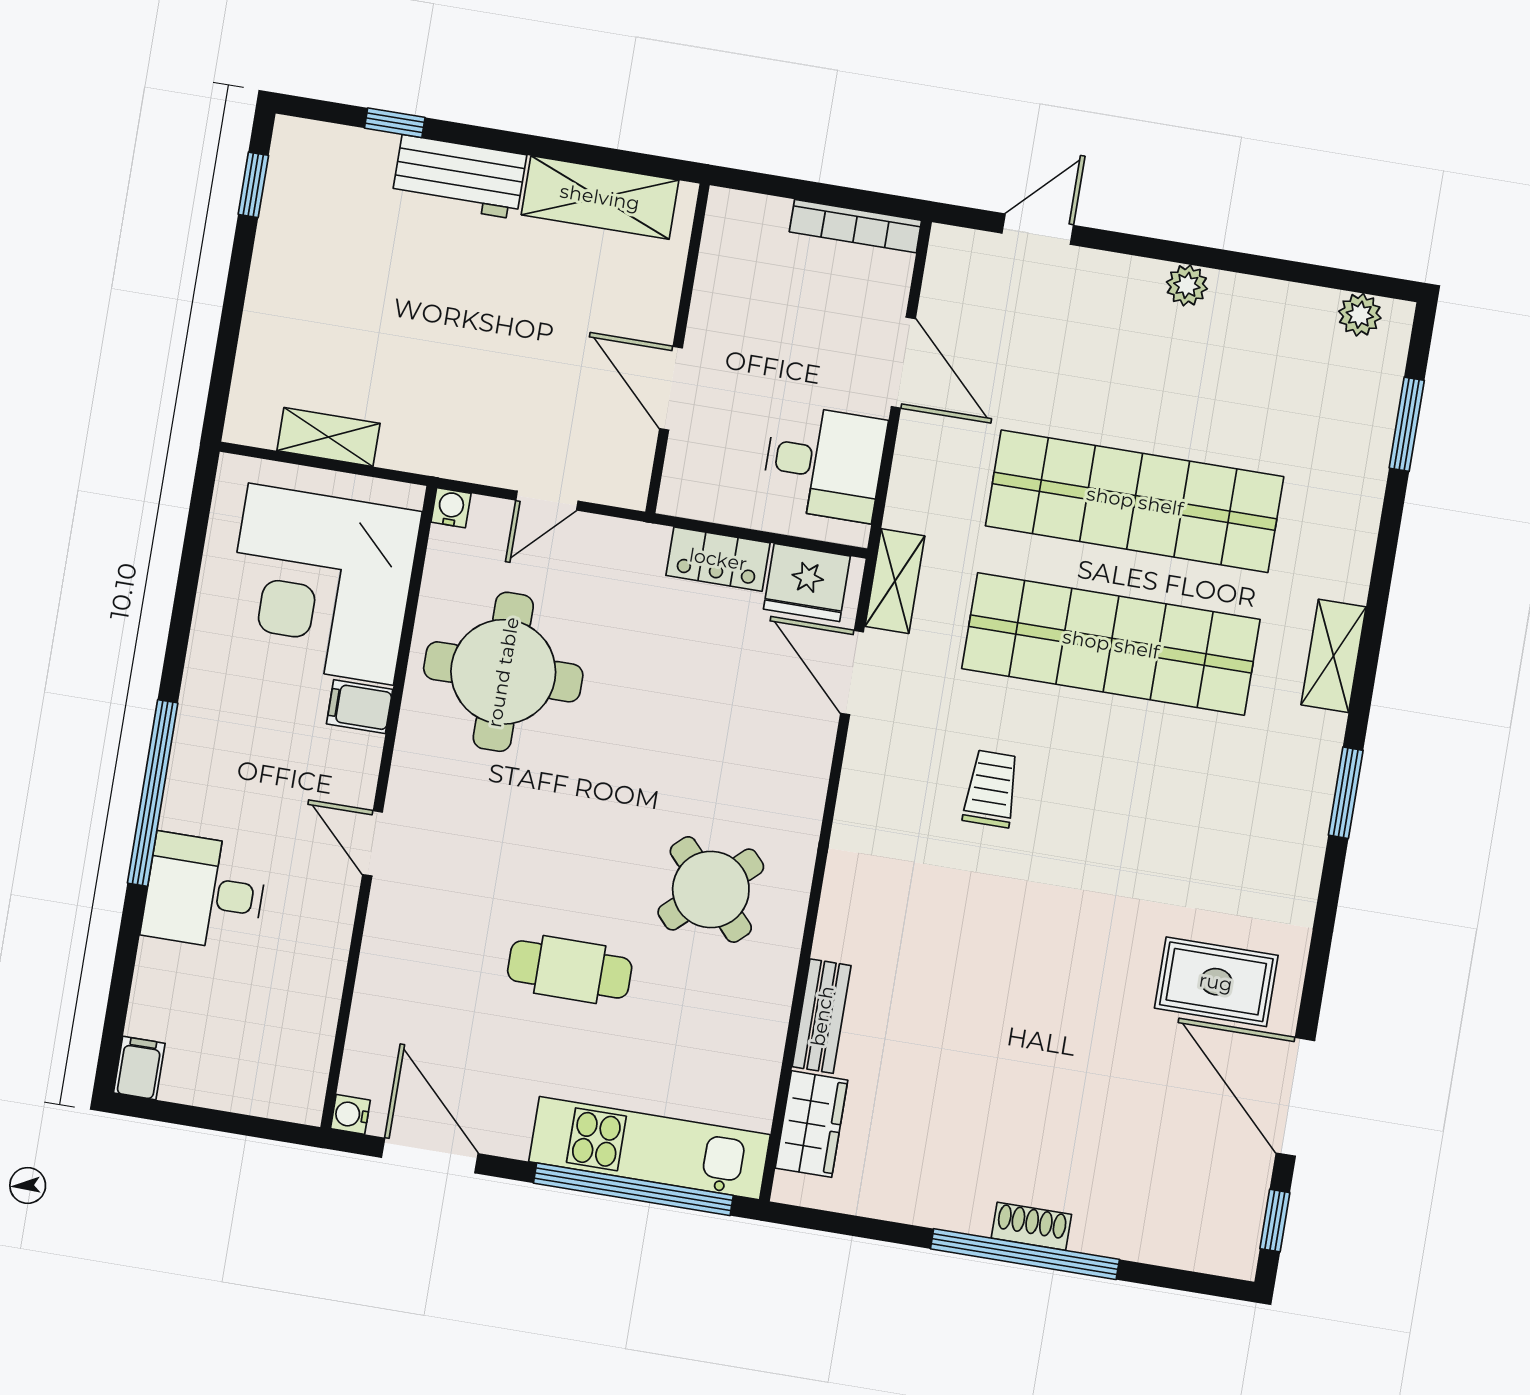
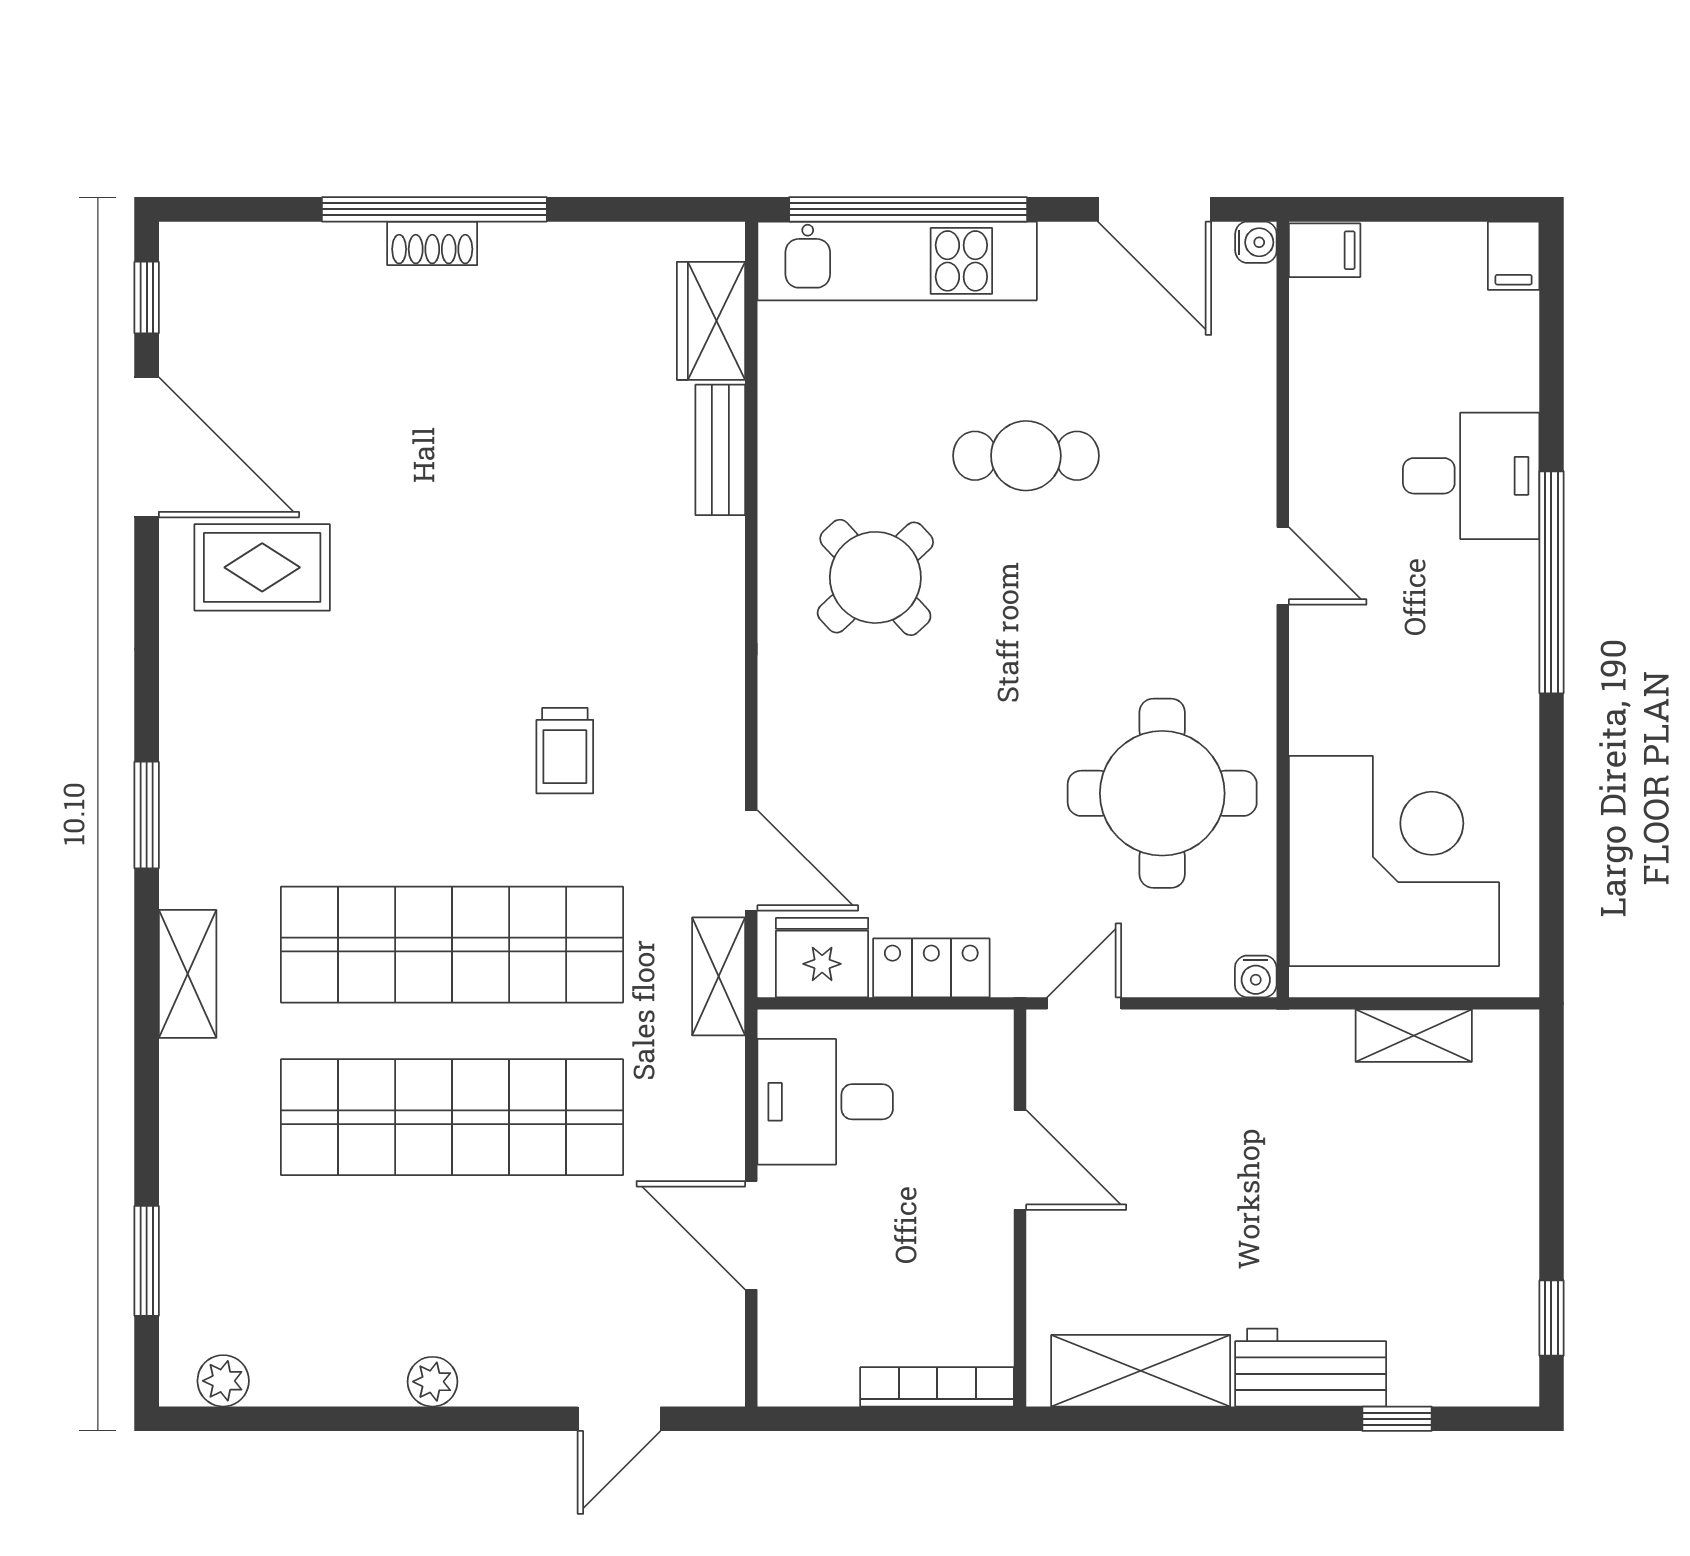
bookcase: (855, 226) -> (937, 1387), moved
door: (547, 501) -> (1084, 1003), moved
filing cabinet: (360, 707) -> (1325, 250), moved

